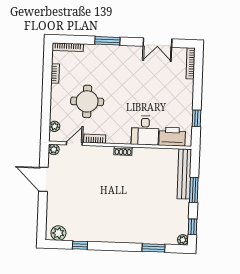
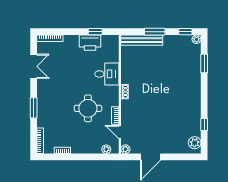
round table: (87, 101) -> (88, 108), moved
printer: (172, 137) -> (90, 43), moved, turned -90

